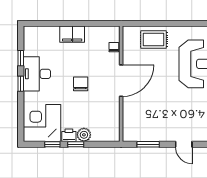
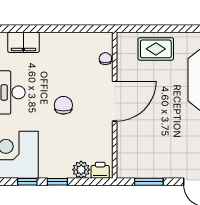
filing cabinet: (72, 34) -> (23, 42), moved
printer: (69, 135) -> (100, 170), moved
plant: (84, 135) -> (81, 170), moved

